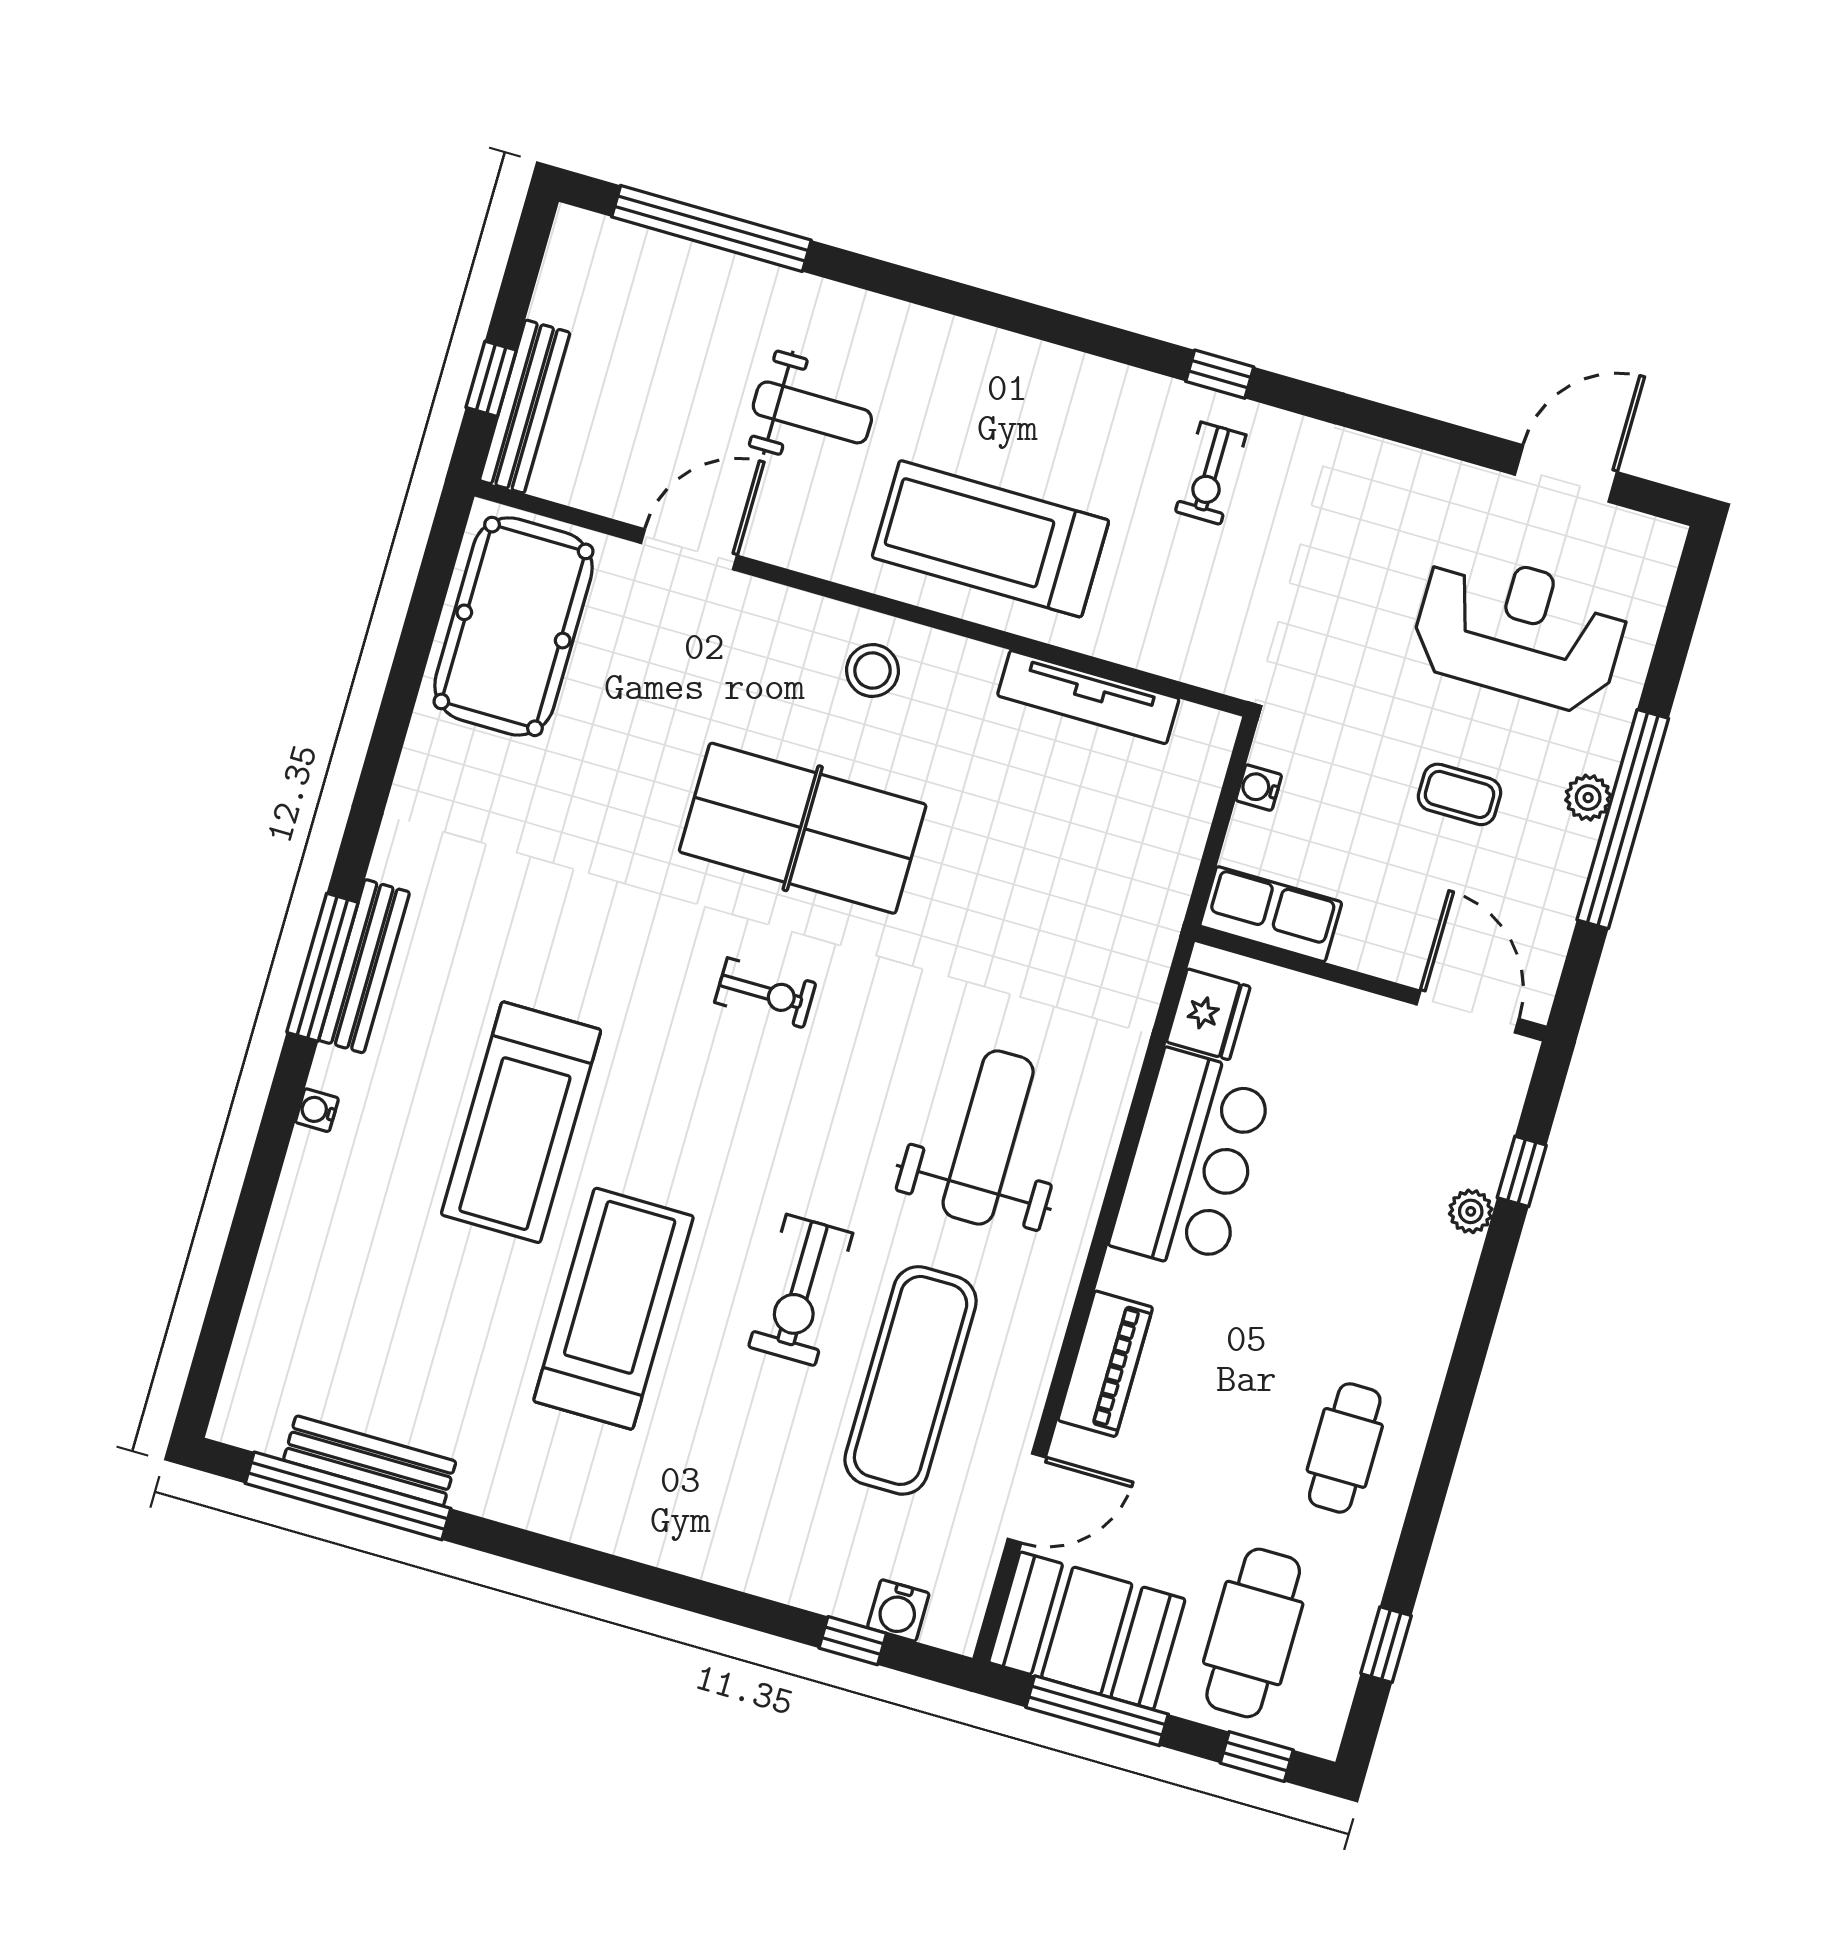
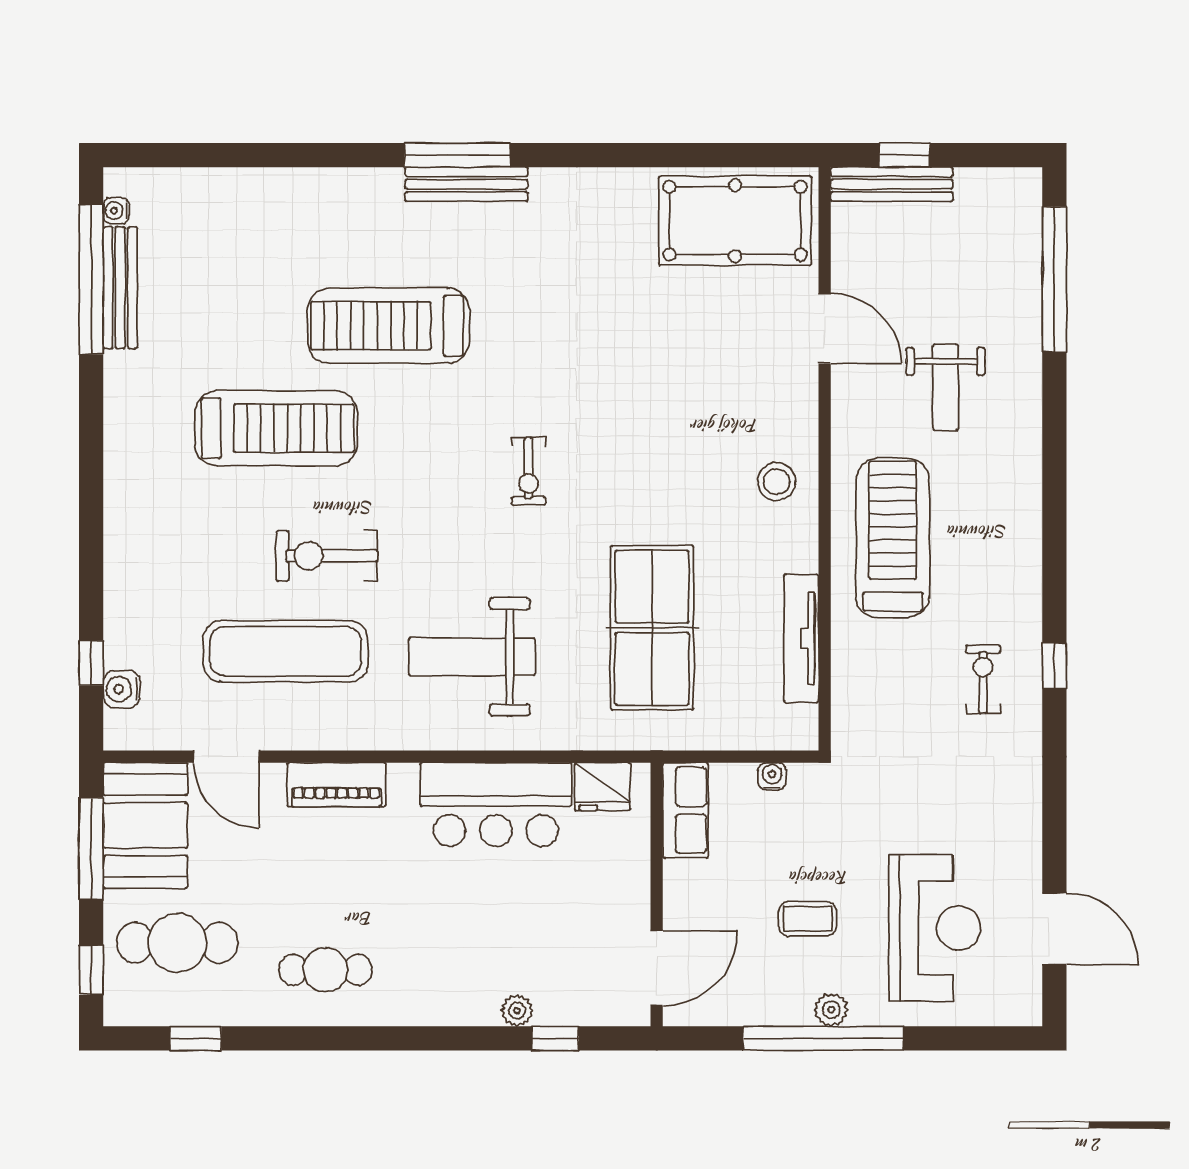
exercise bike: (1211, 473) -> (983, 679), turned 90
coffee table: (1459, 794) -> (808, 919), turned 90
table tennis table: (803, 828) -> (652, 628), moved
water cooler: (317, 1110) -> (116, 211), moved, turned -90
weight bench: (988, 1137) -> (472, 657), turned 180

